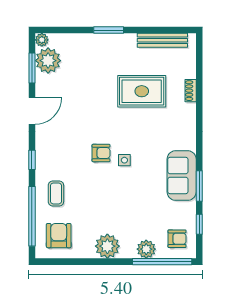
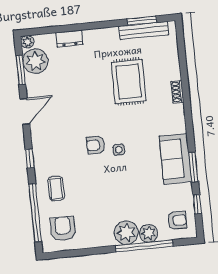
window: (109, 30) -> (142, 21), moved
dresser: (85, 41) -> (69, 38), added
rug: (142, 91) -> (129, 82), turned 90
shoe rack: (191, 91) -> (177, 92), moved
armchair: (101, 153) -> (96, 145), turned 180
plant: (107, 246) -> (126, 233), moved
window: (162, 262) -> (144, 246), moved

